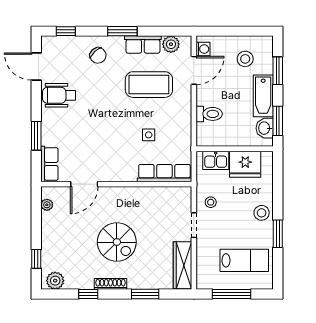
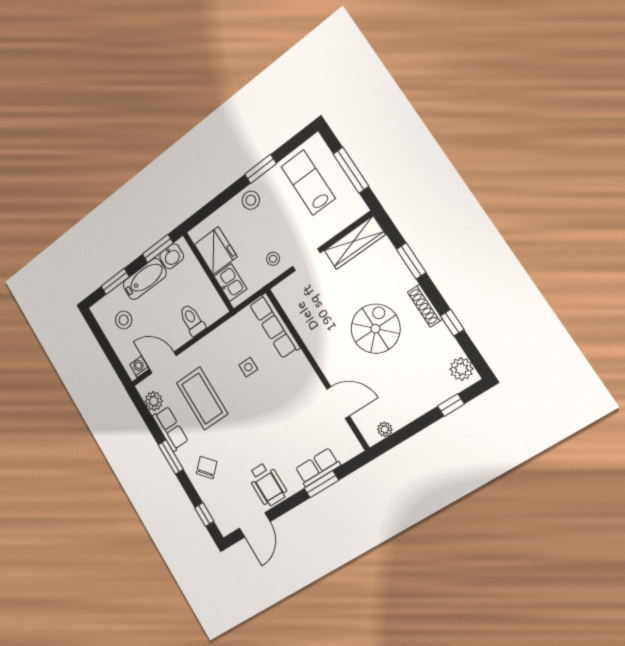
row of seats: (49, 164) -> (318, 467), moved

